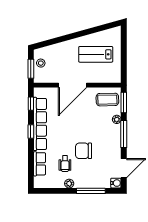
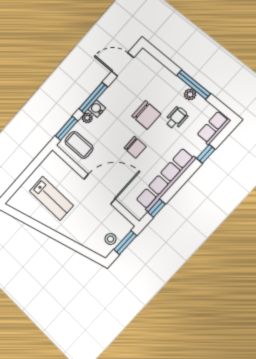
chair: (73, 127) -> (135, 147), added
window: (31, 131) -> (206, 154), moved
row of seats: (40, 164) -> (214, 128), moved
water cooler: (116, 183) -> (97, 109), moved
window: (91, 191) -> (194, 84), moved

